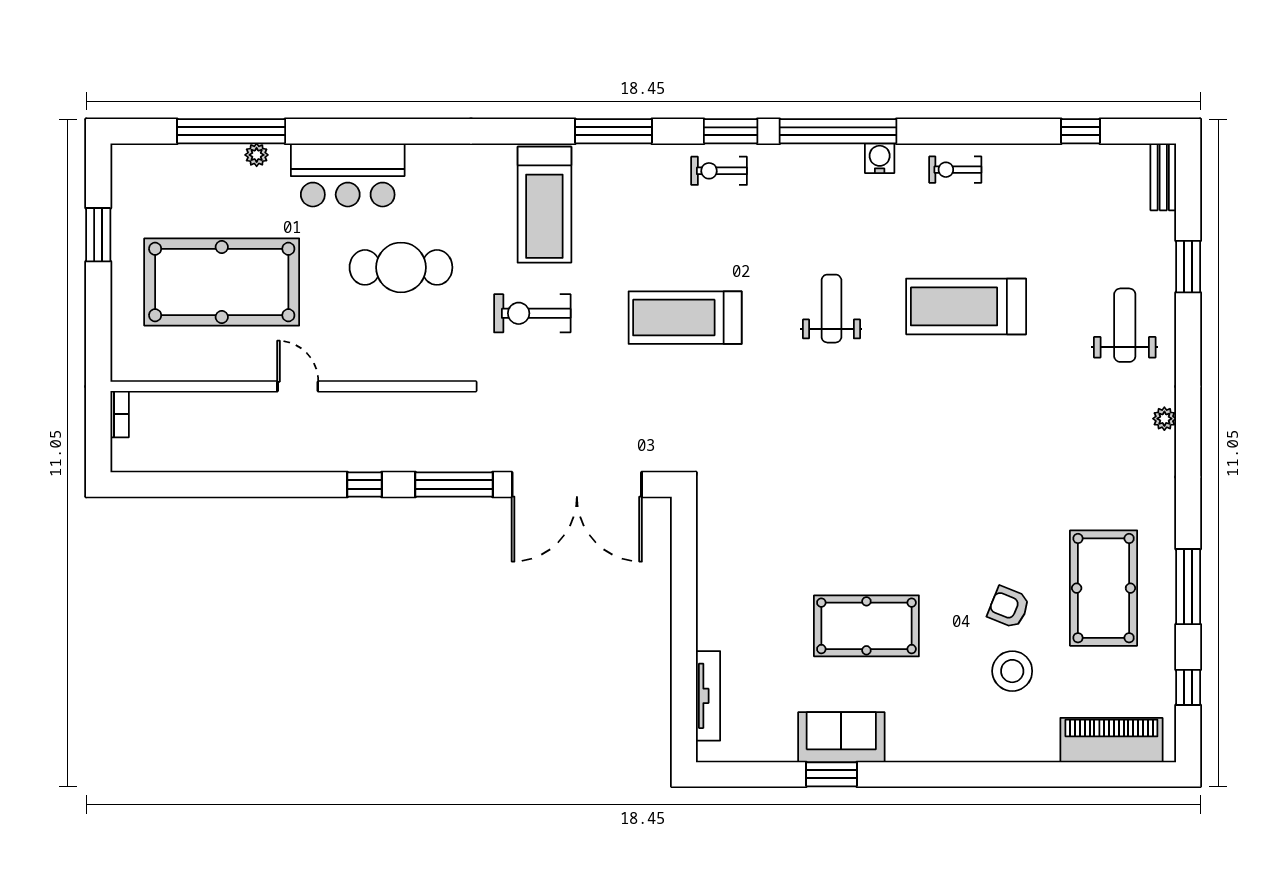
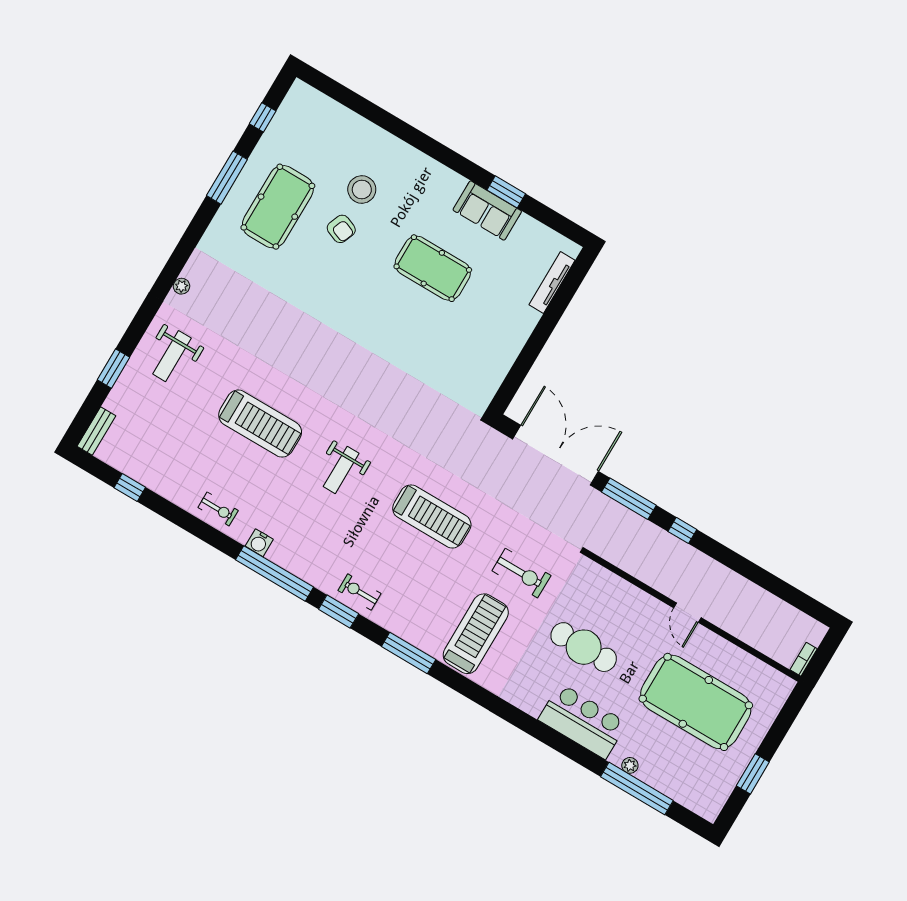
exercise bike: (719, 171) -> (359, 592), turned 180
piano: (1111, 740) -> (327, 113), removed

